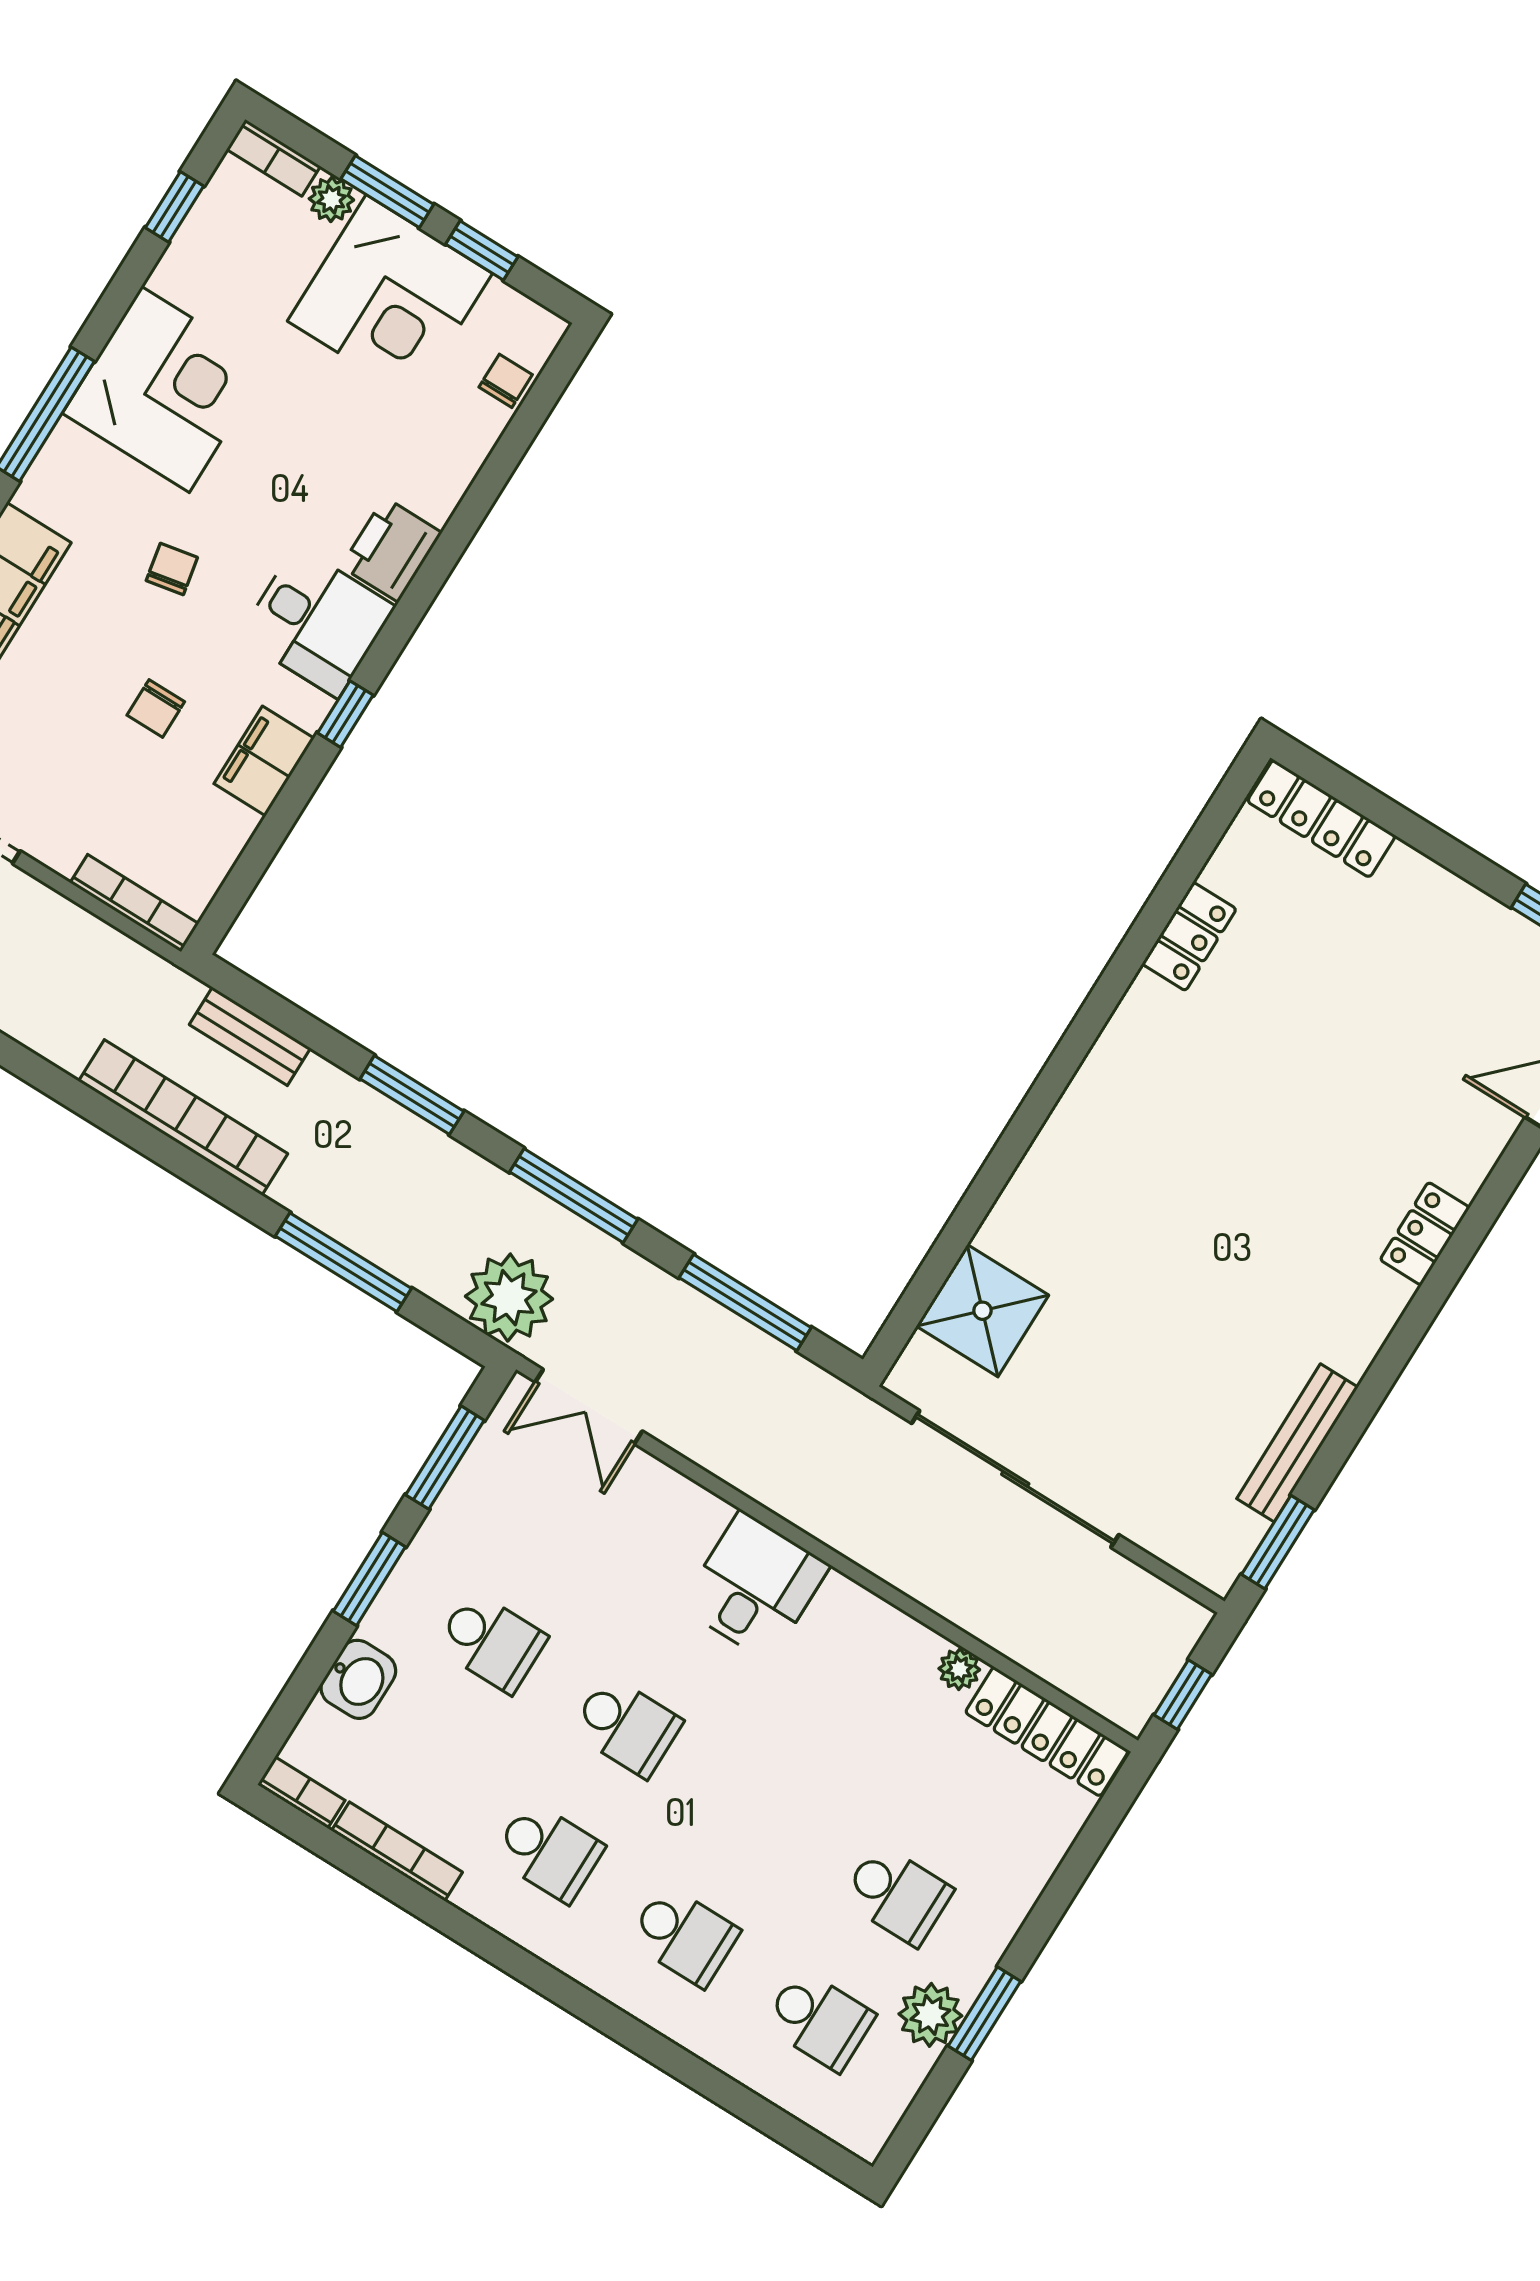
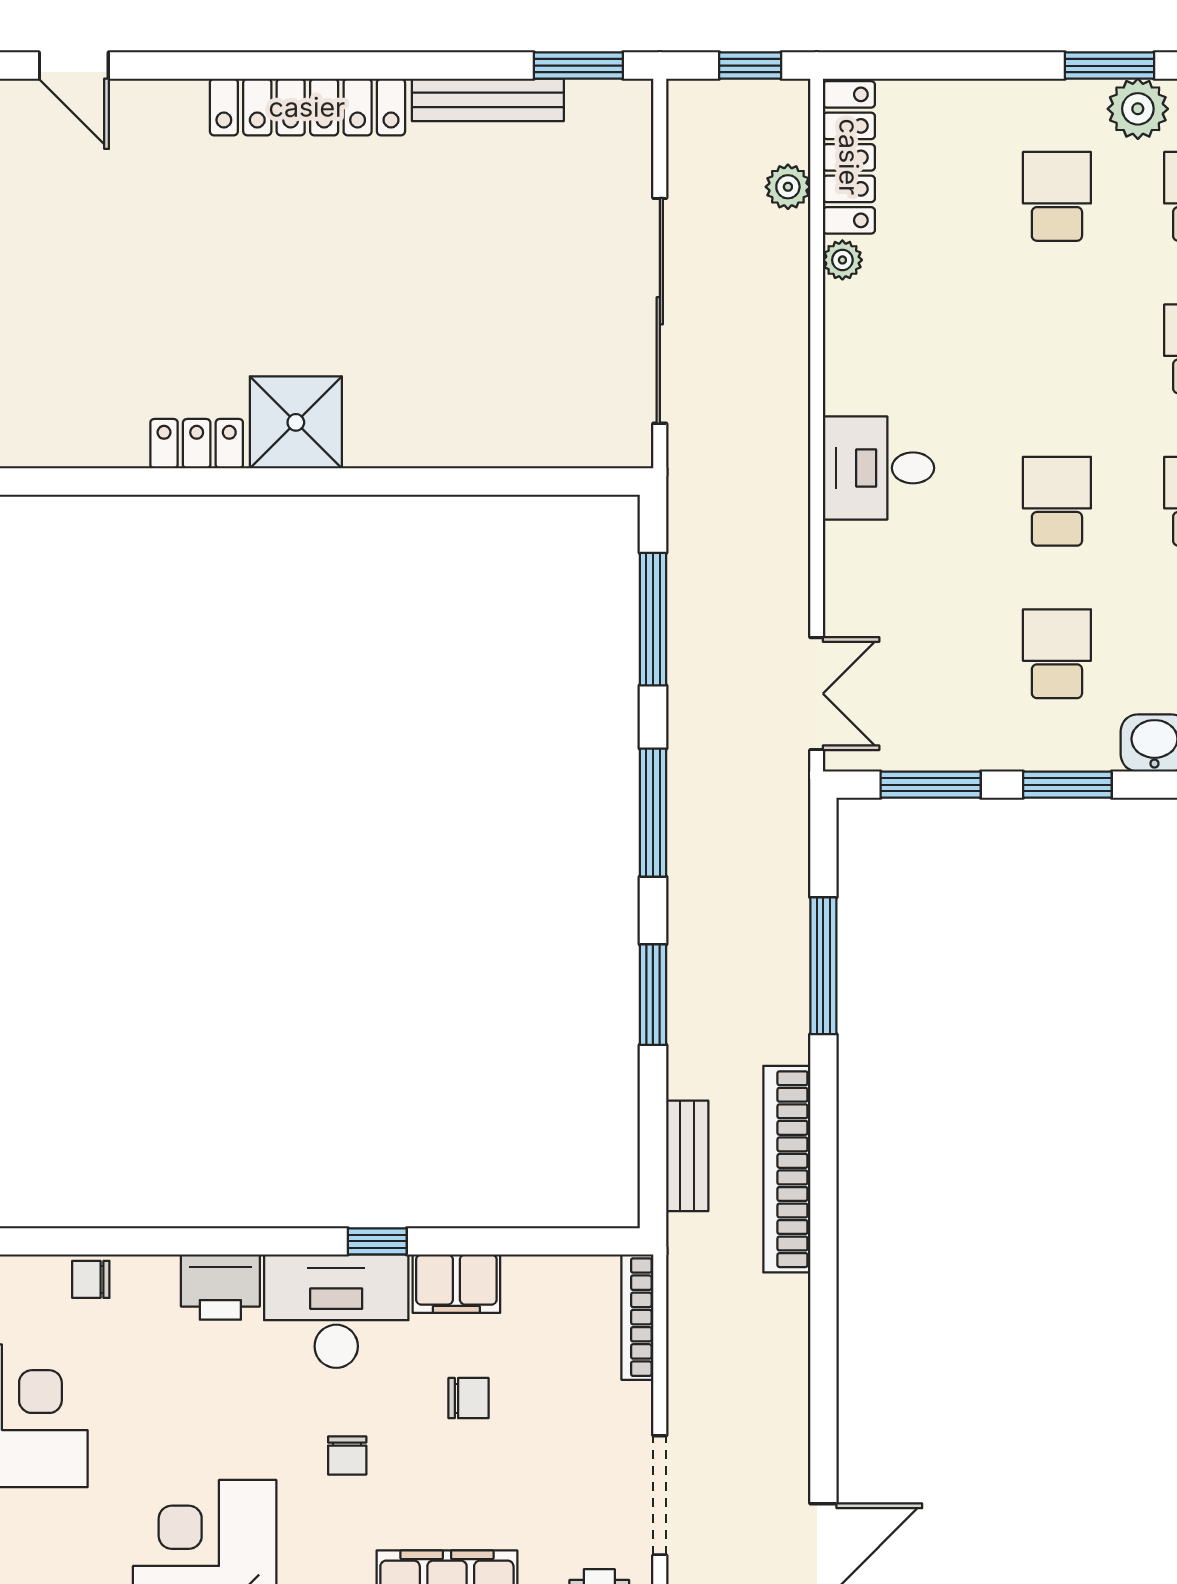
chair: (506, 381) -> (91, 1279), moved
chair: (172, 569) -> (347, 1455), turned -79
desk: (317, 622) -> (336, 1311), width x1.37
locker: (1189, 936) -> (197, 444), moved
locker: (1425, 1234) -> (307, 107), width x2.16, depth x1.21
plant: (509, 1298) -> (788, 187), moved, width x0.53, depth x0.53
shower: (982, 1311) -> (296, 422), moved

